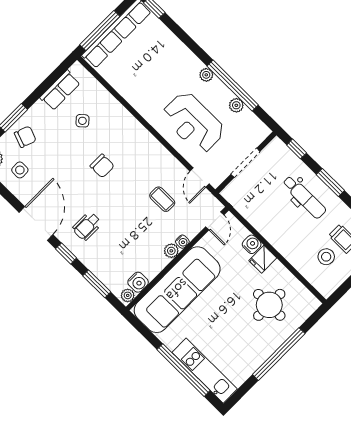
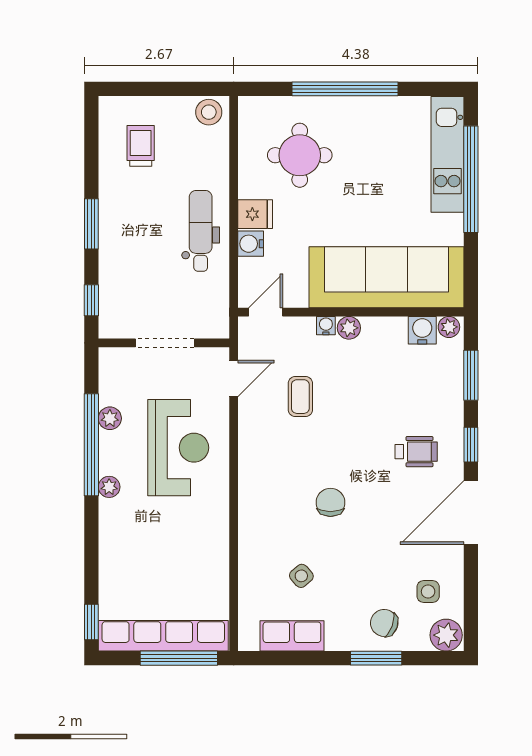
dental chair: (304, 197) -> (201, 231), moved
stool: (326, 257) -> (209, 112), moved

